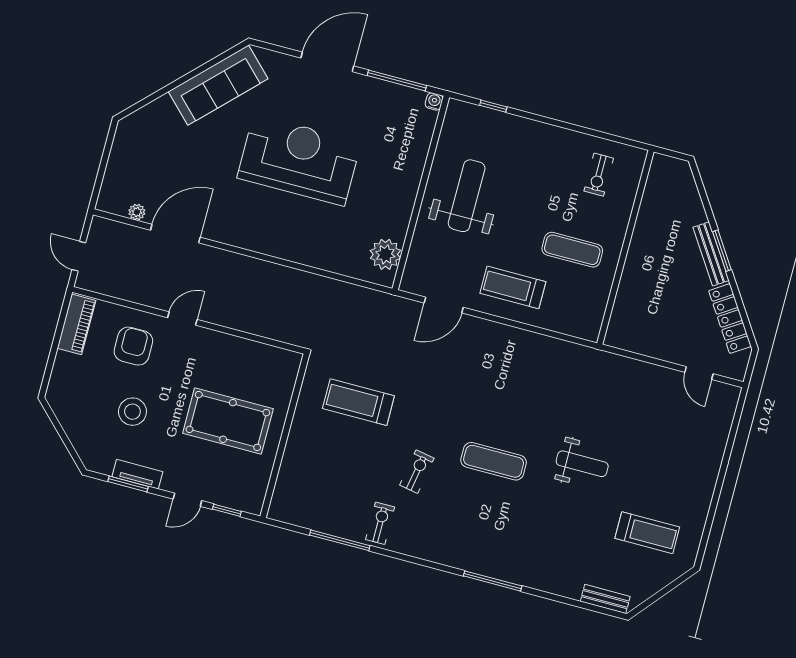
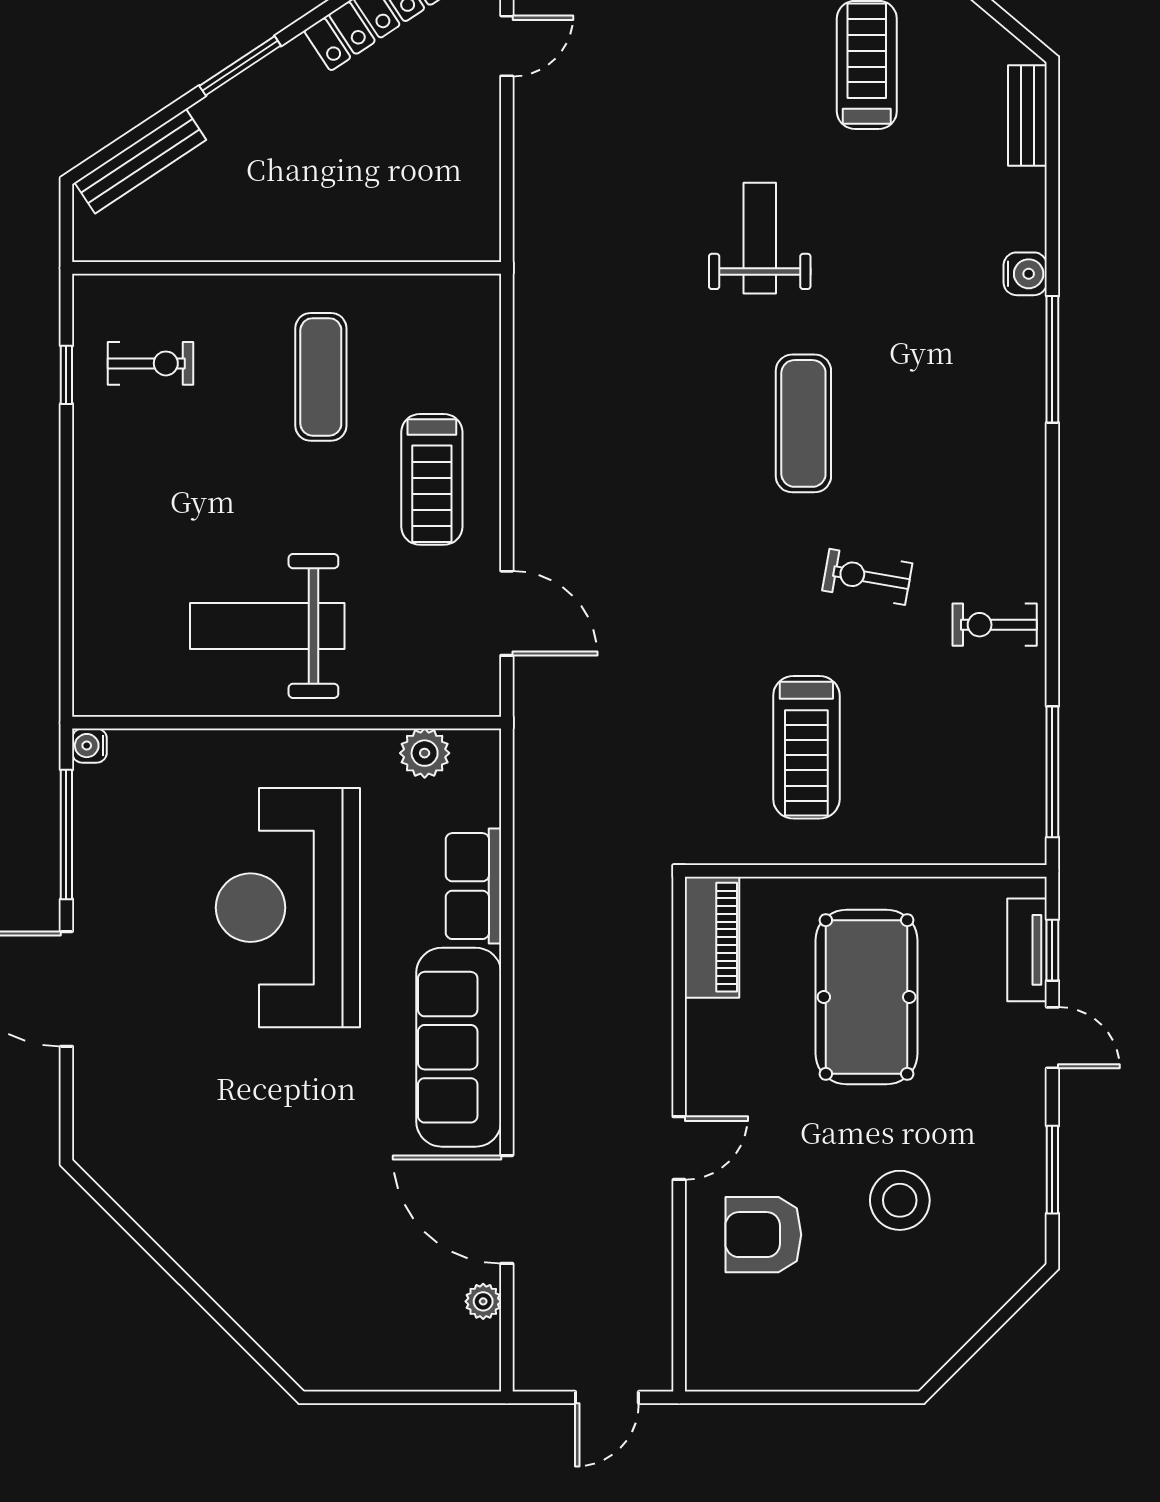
sofa: (218, 85) -> (459, 1047), moved, turned -135
window: (493, 106) -> (66, 375), moved
reception desk: (299, 160) -> (288, 908), moved
plant: (385, 254) -> (425, 753), width x0.73, depth x0.73
bench: (711, 254) -> (140, 161), moved
row of seats: (325, 257) -> (473, 886), added
door: (182, 319) -> (679, 1148), swing flipped
piano: (77, 324) -> (712, 937), moved, turned 90
treadmill: (358, 402) -> (806, 747), moved
tv unit: (137, 474) -> (1027, 950), moved
window: (340, 540) -> (1052, 772), moved
water cooler: (534, 579) -> (1025, 274), added

